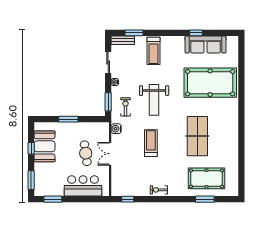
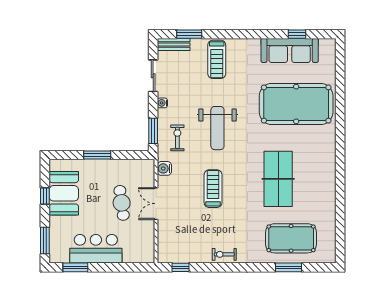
window: (196, 33) -> (297, 34), moved
bar counter: (83, 186) -> (96, 249), moved

